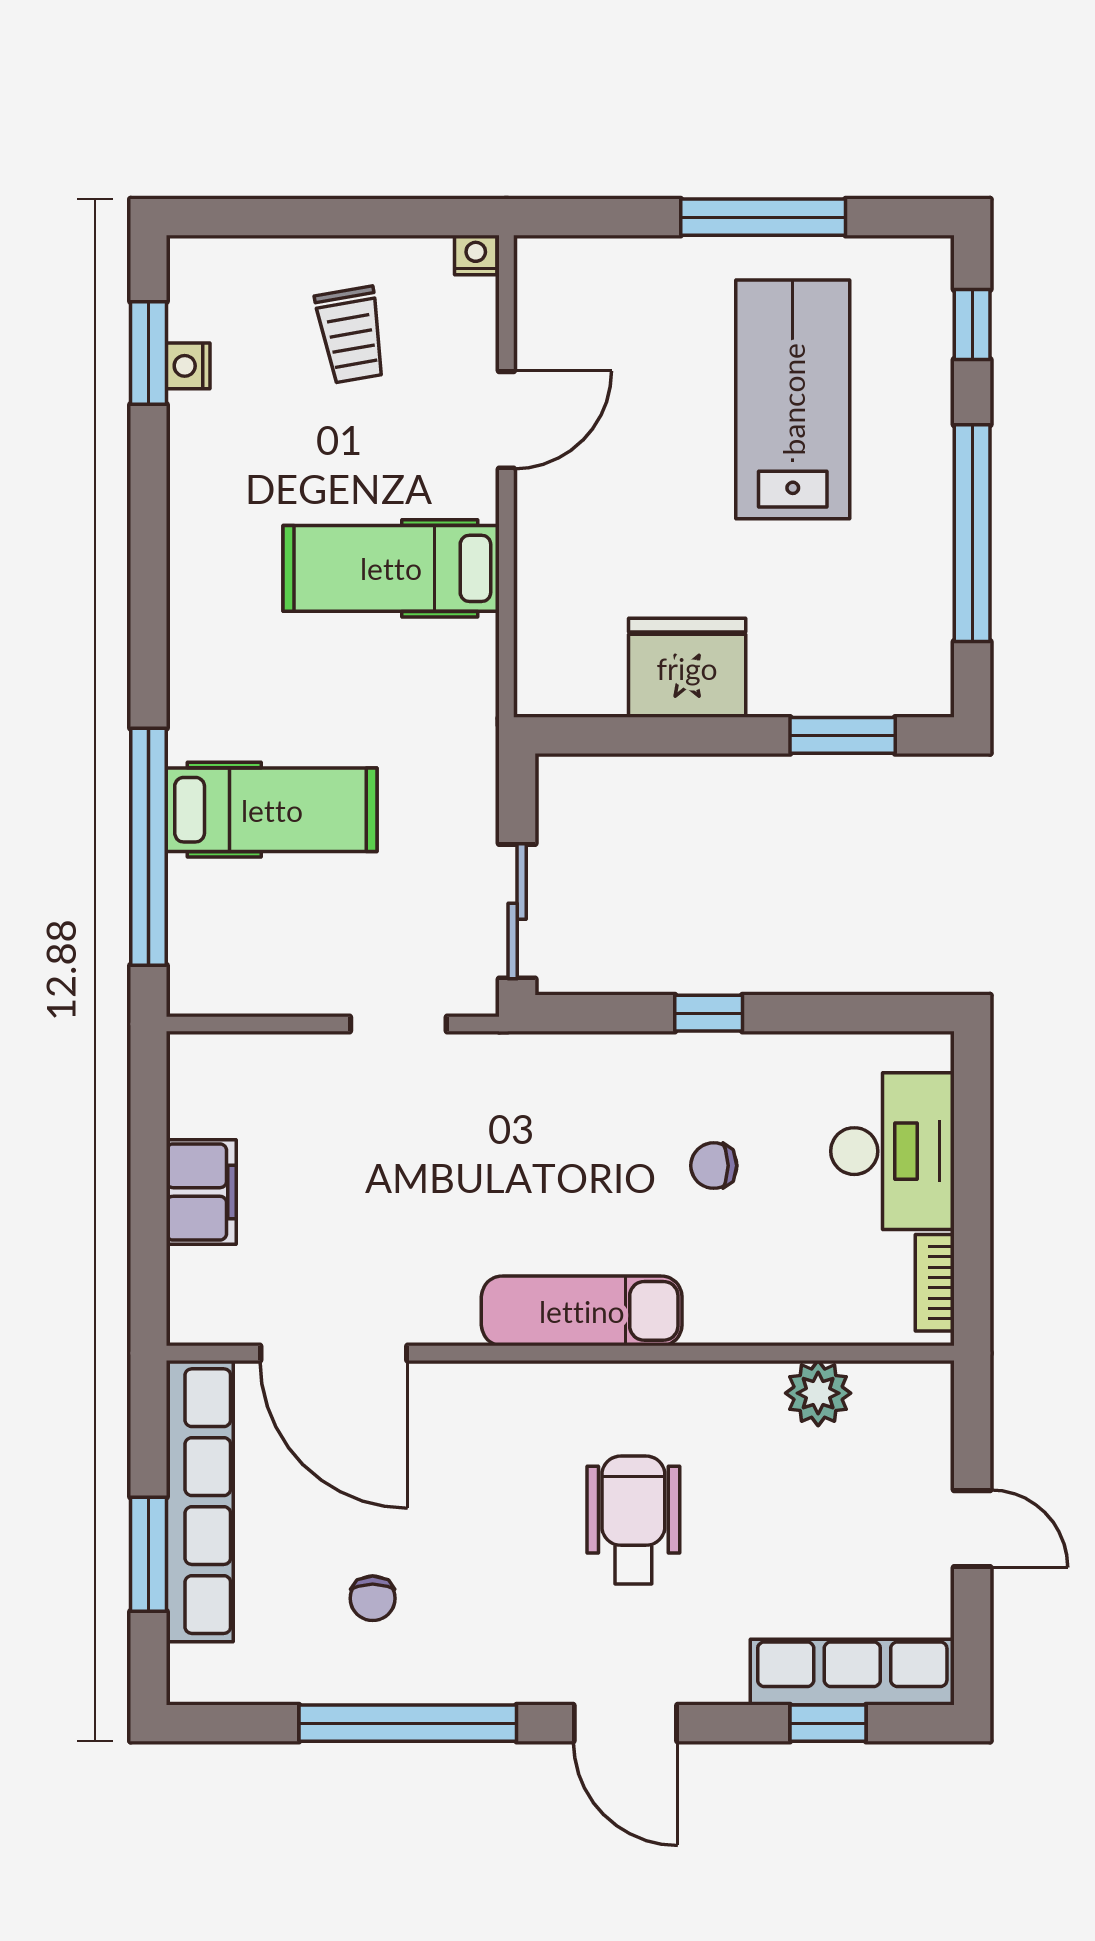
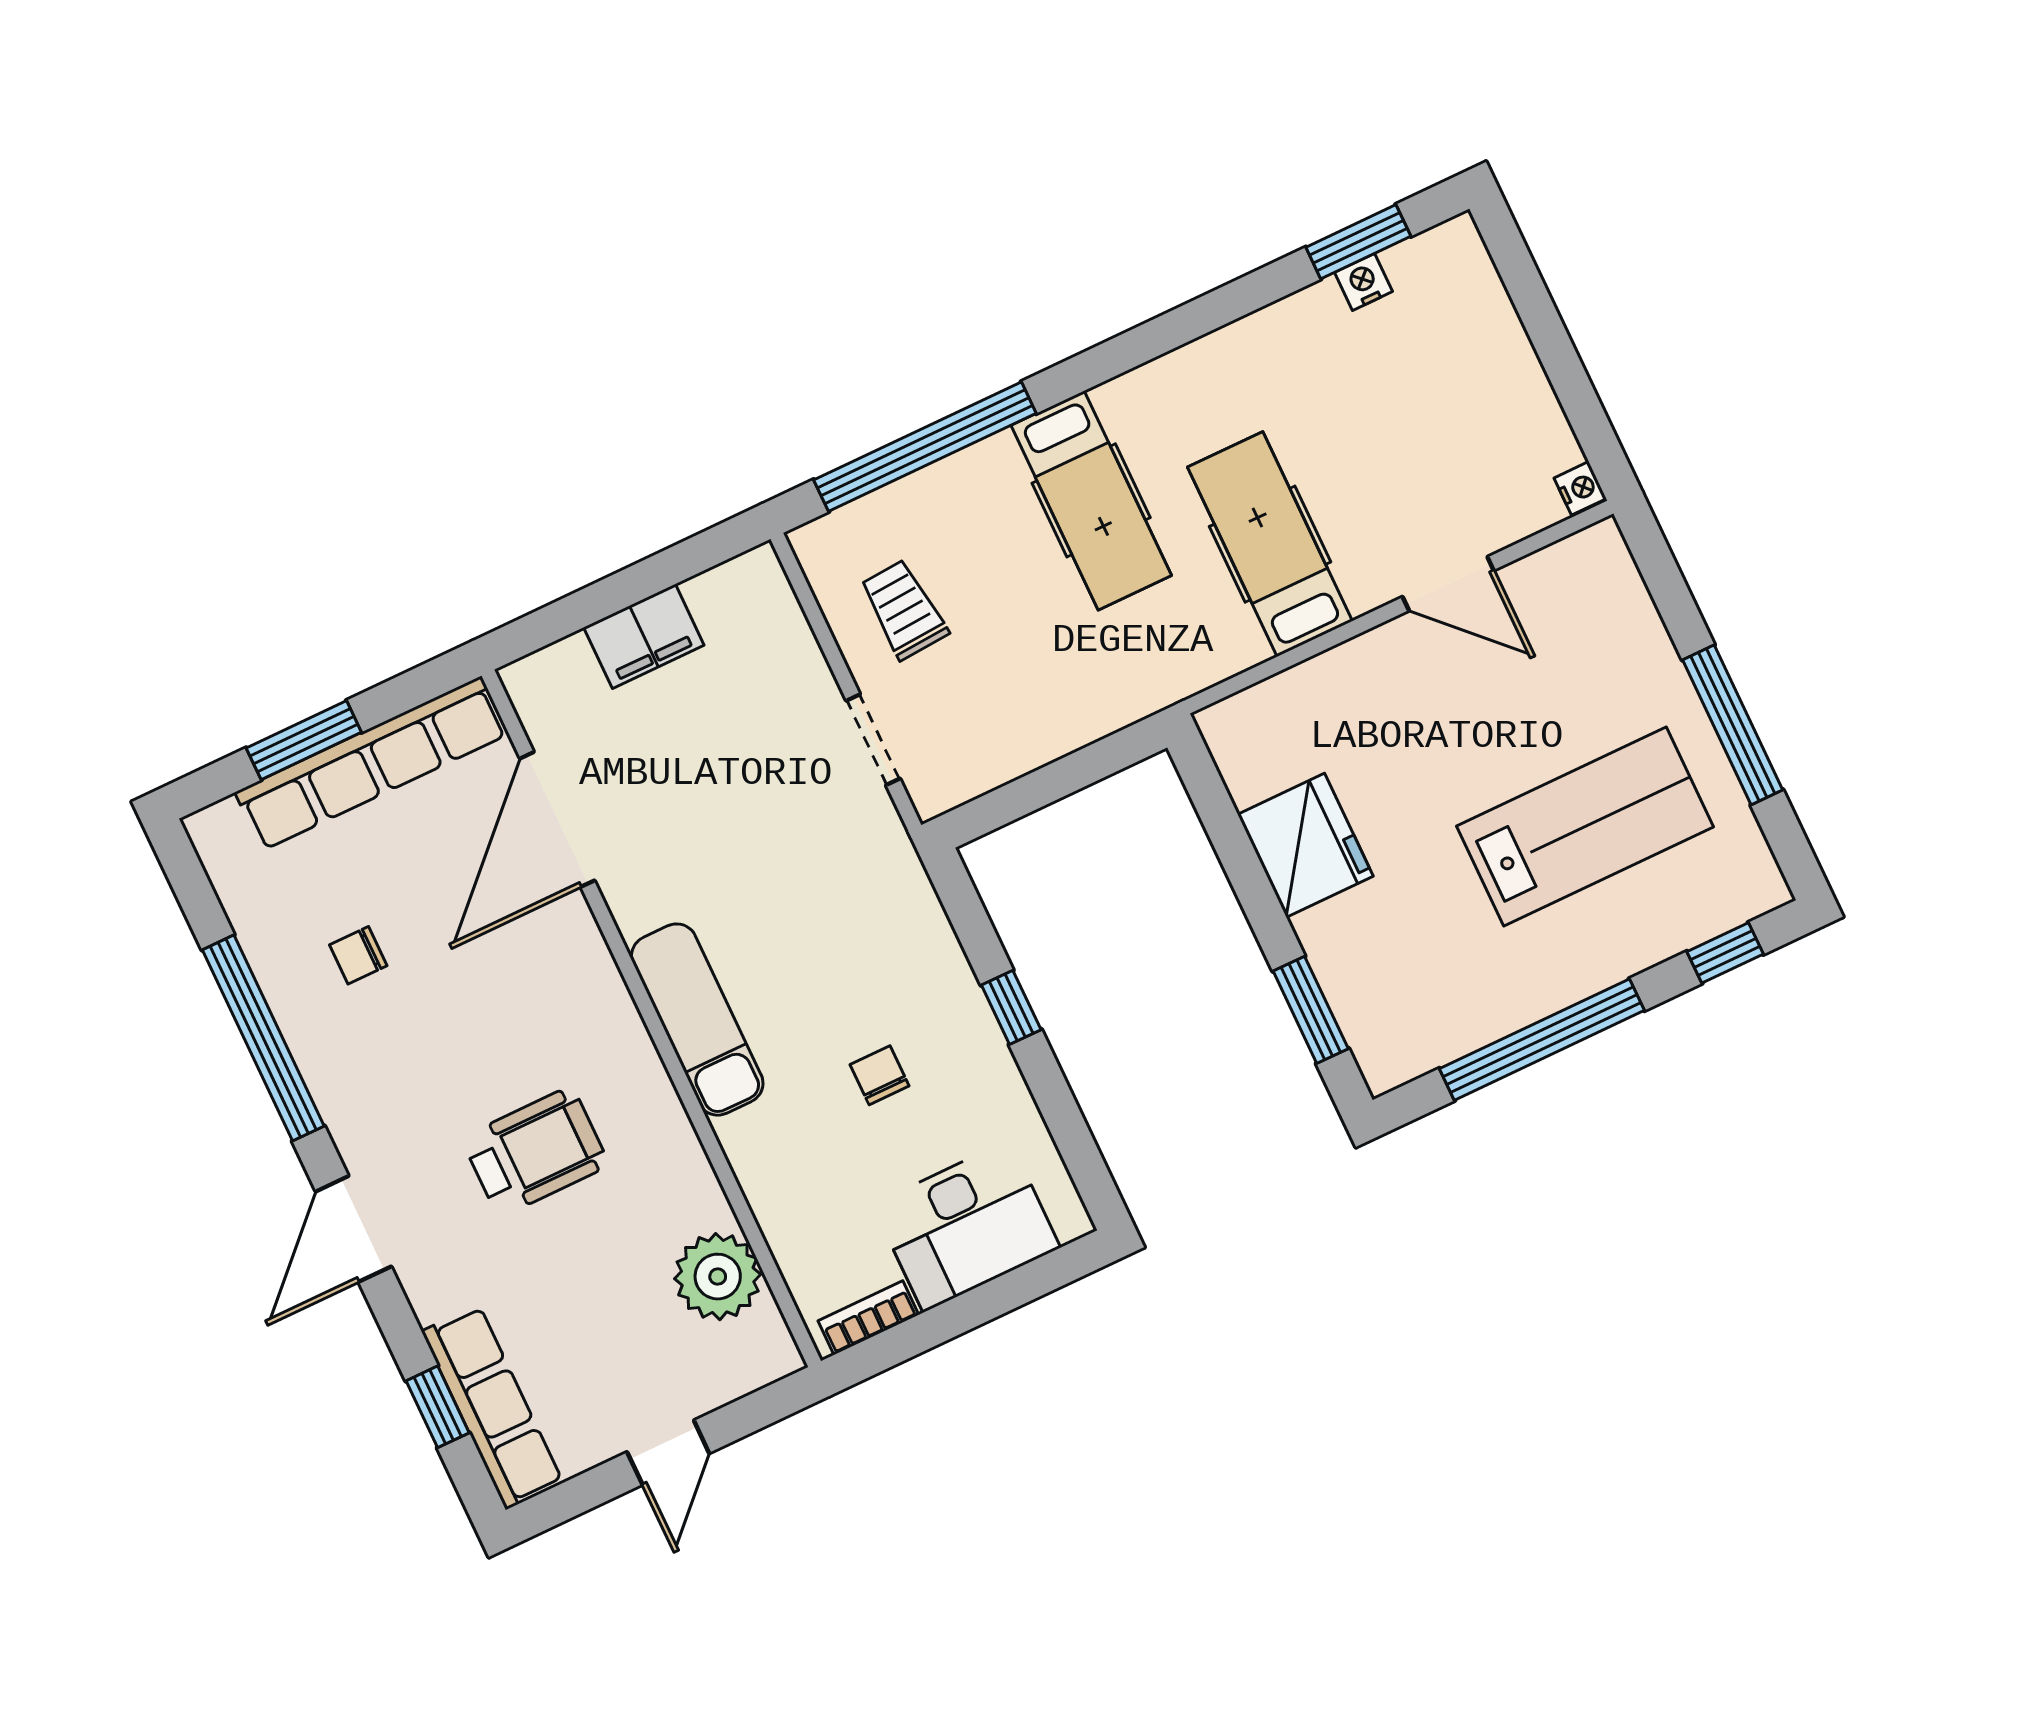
trolley: (351, 335) -> (904, 610), moved, turned 96
hospital bed: (272, 810) -> (1091, 500), moved
sliding door: (517, 911) -> (1021, 797), removed
plant: (818, 1393) -> (718, 1277), width x1.36, depth x1.36

